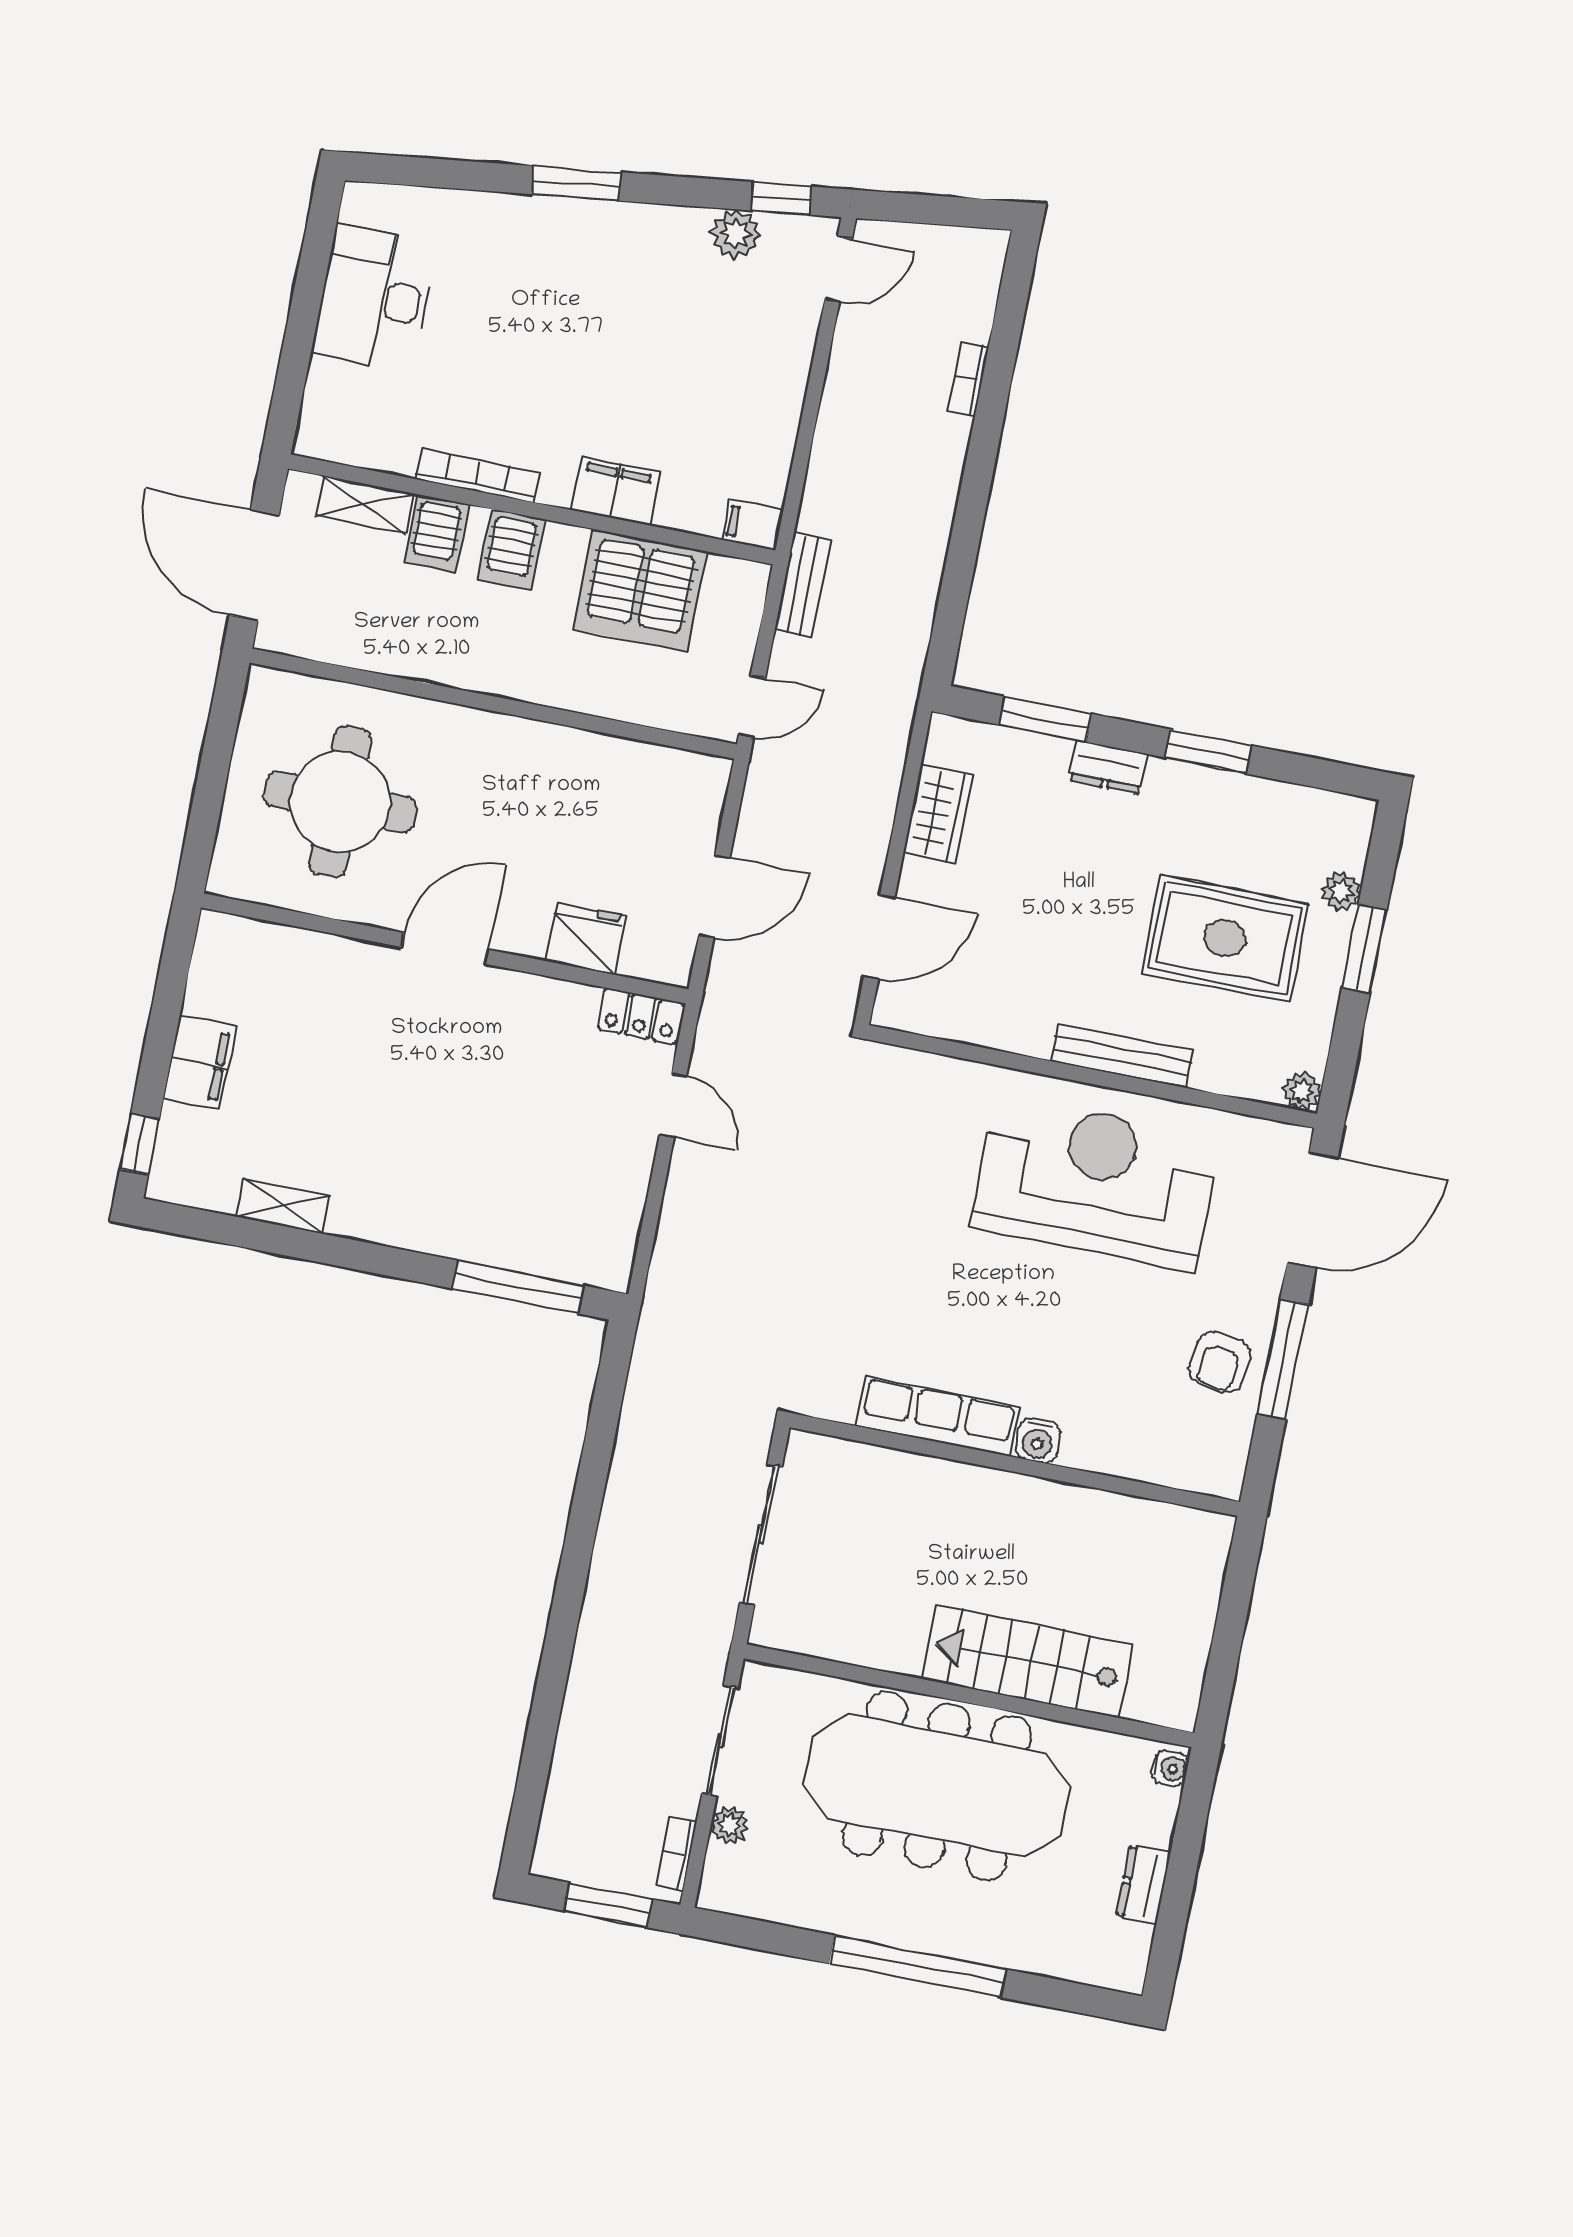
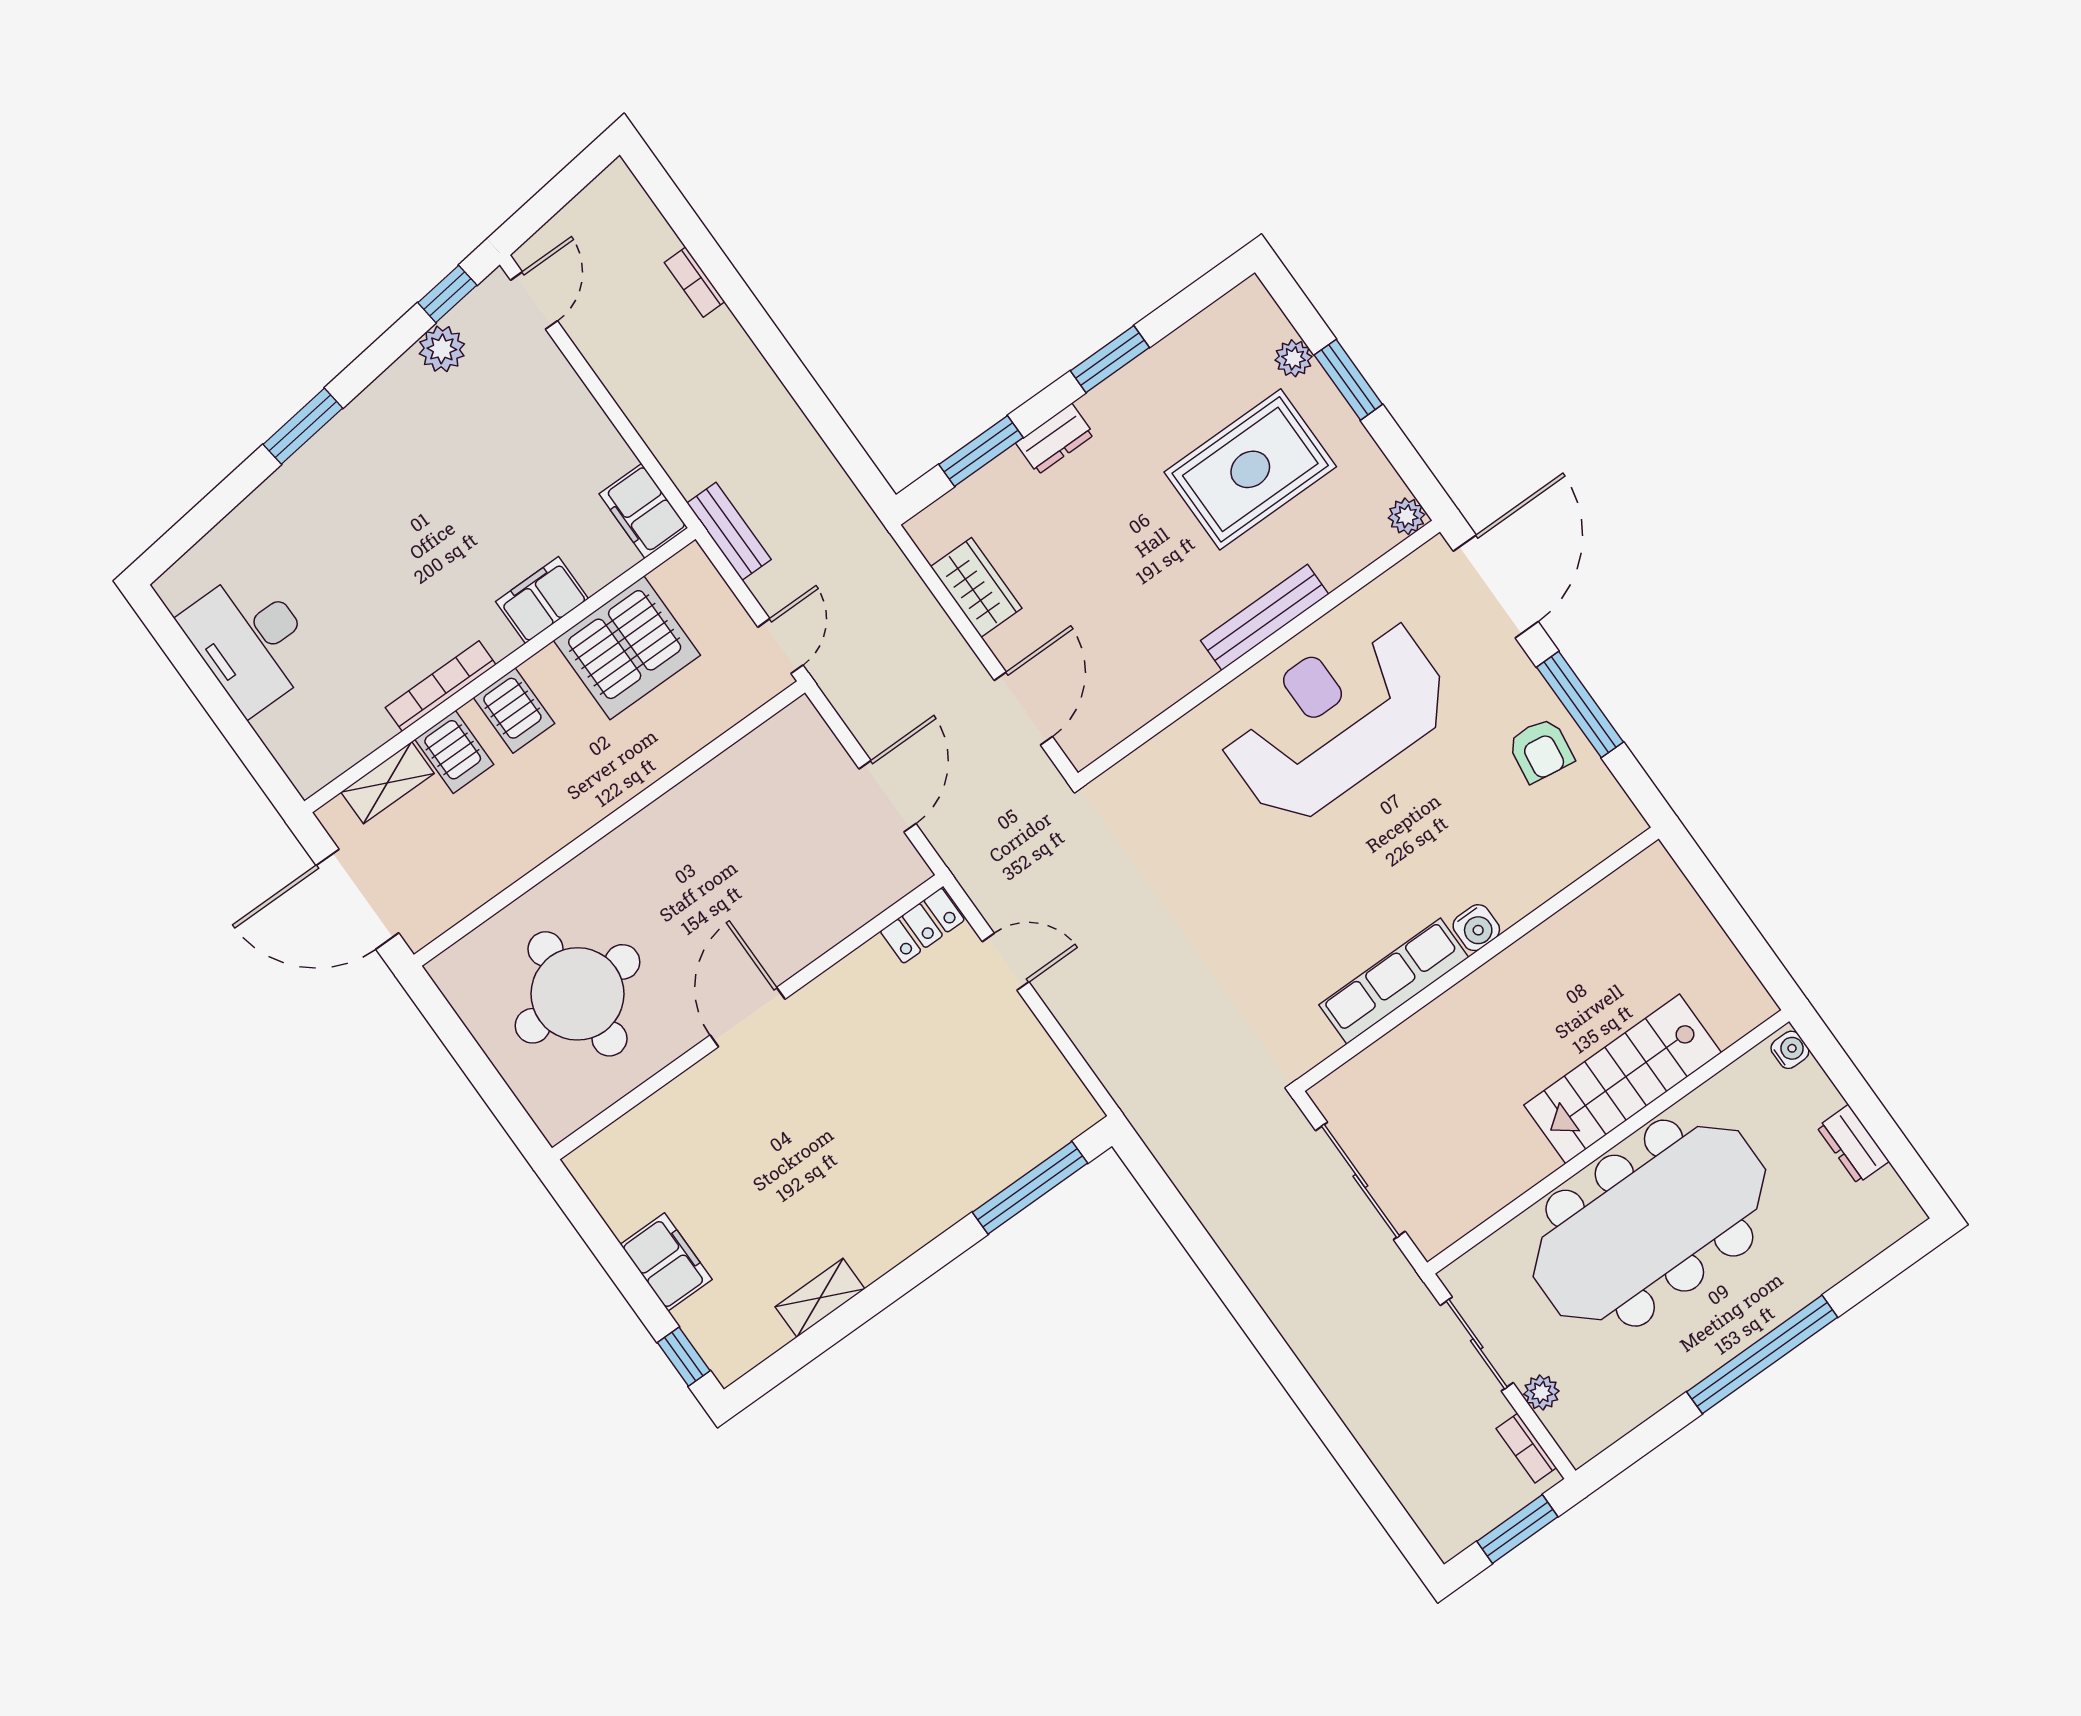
filing cabinet: (752, 525) -> (643, 511), width x2.00
fridge: (586, 939) -> (833, 913), removed

